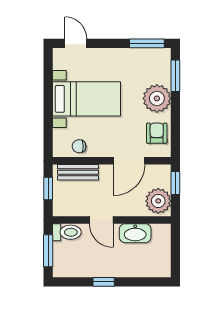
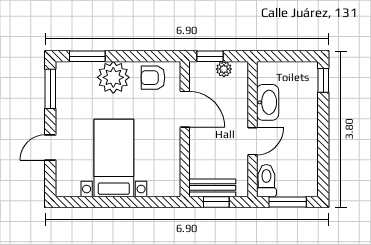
door: (76, 43) -> (50, 147), moved
chair: (79, 146) -> (168, 167), removed
bench: (78, 172) -> (212, 188), moved, turned 90
plant: (158, 201) -> (224, 69), width x0.53, depth x0.53
window: (104, 282) -> (323, 80), moved

